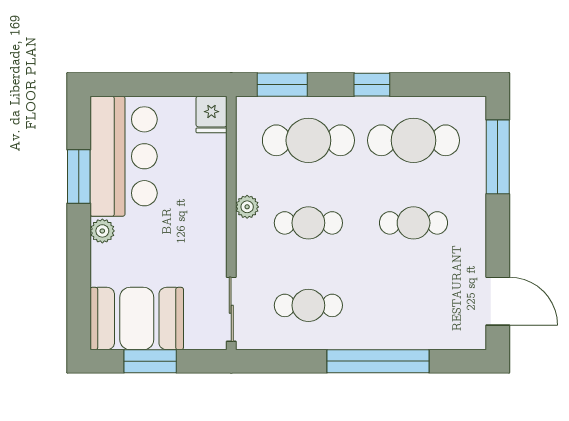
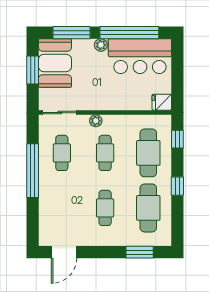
window: (282, 85) -> (177, 139), width x0.67
window: (498, 157) -> (140, 252), width x0.69
window: (79, 176) -> (129, 33), width x2.11
plant: (247, 207) -> (96, 121), moved
window: (79, 287) -> (71, 33), added
window: (378, 361) -> (33, 171), moved

